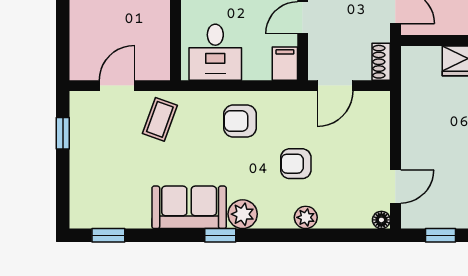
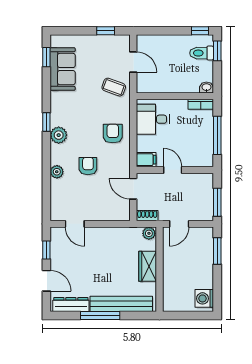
plant: (412, 59) -> (149, 233), added
sofa: (189, 207) -> (63, 69), moved
floor lamp: (381, 220) -> (55, 216), removed

